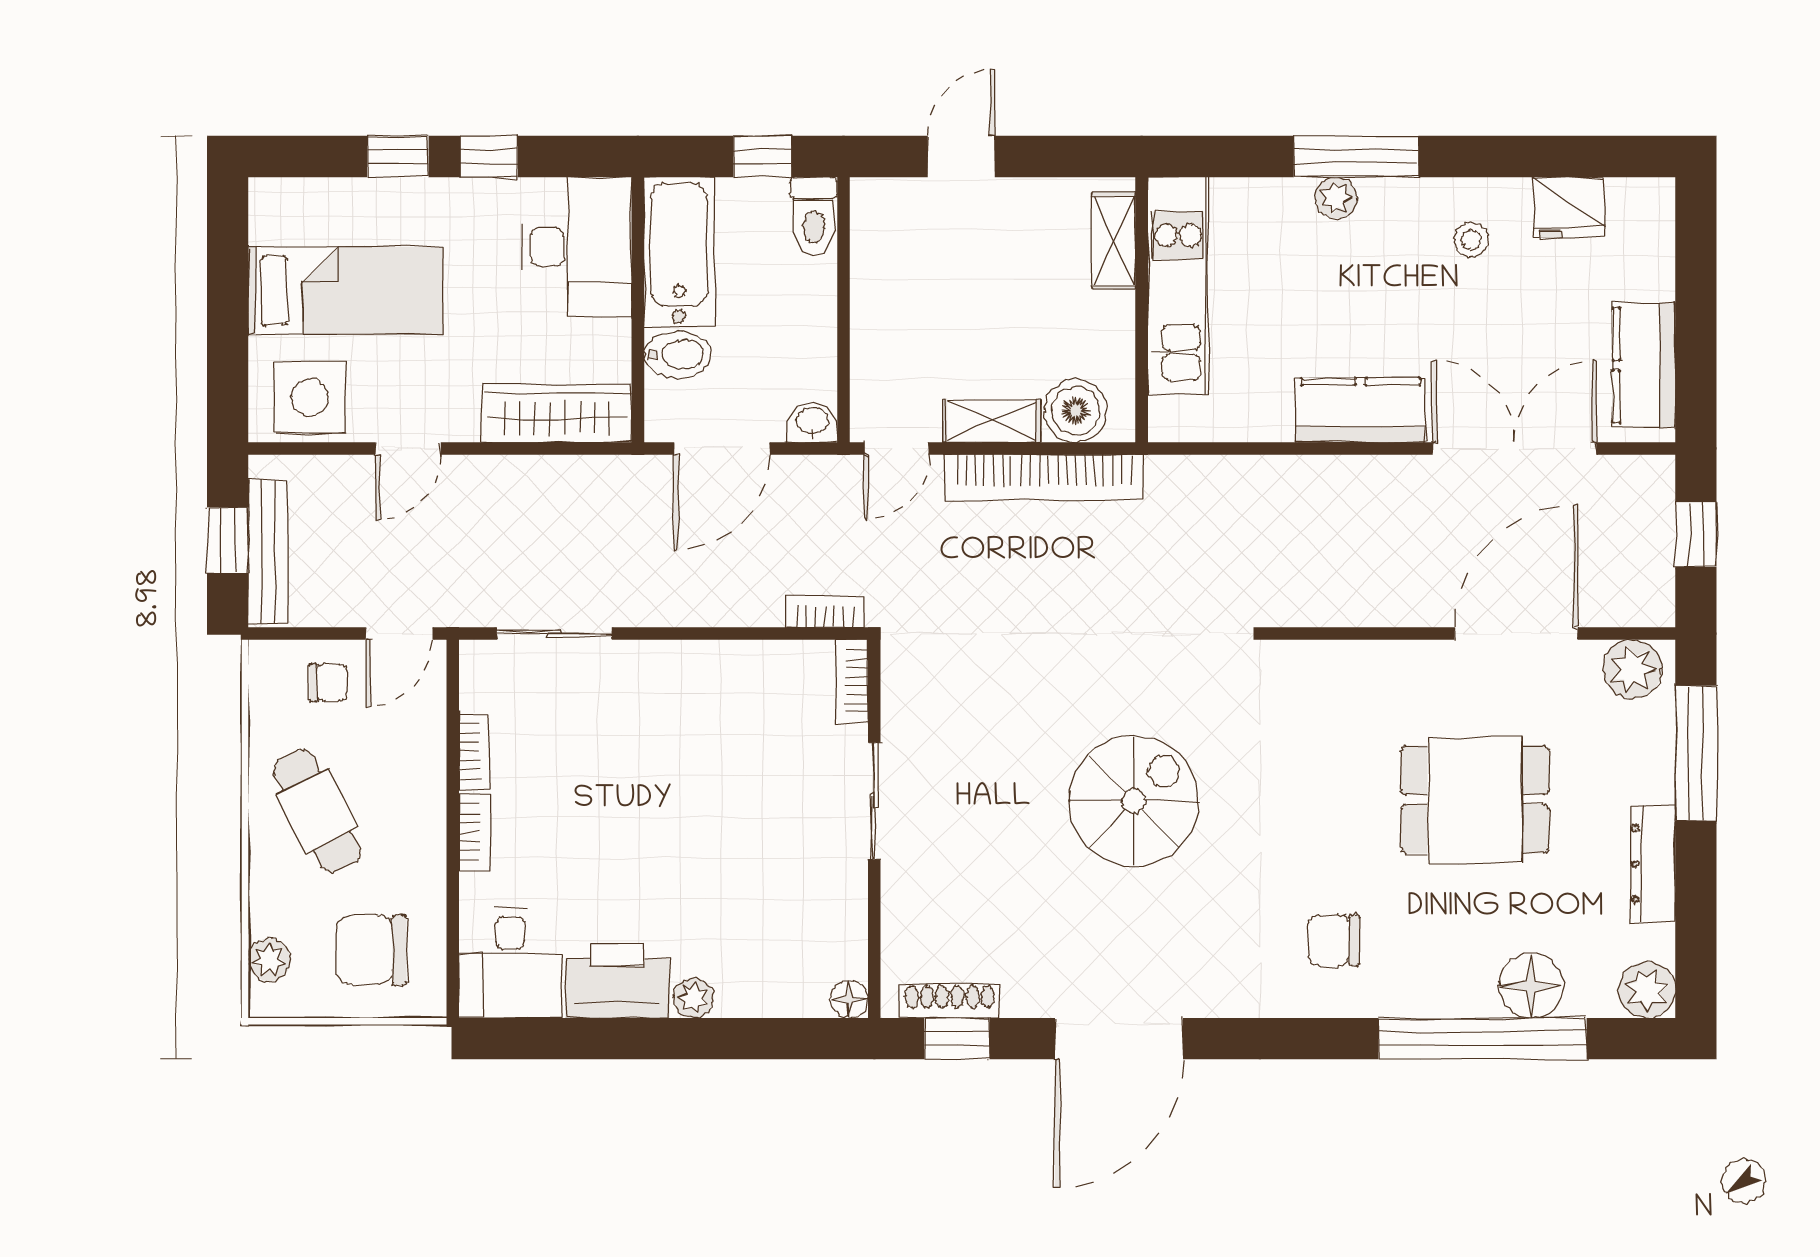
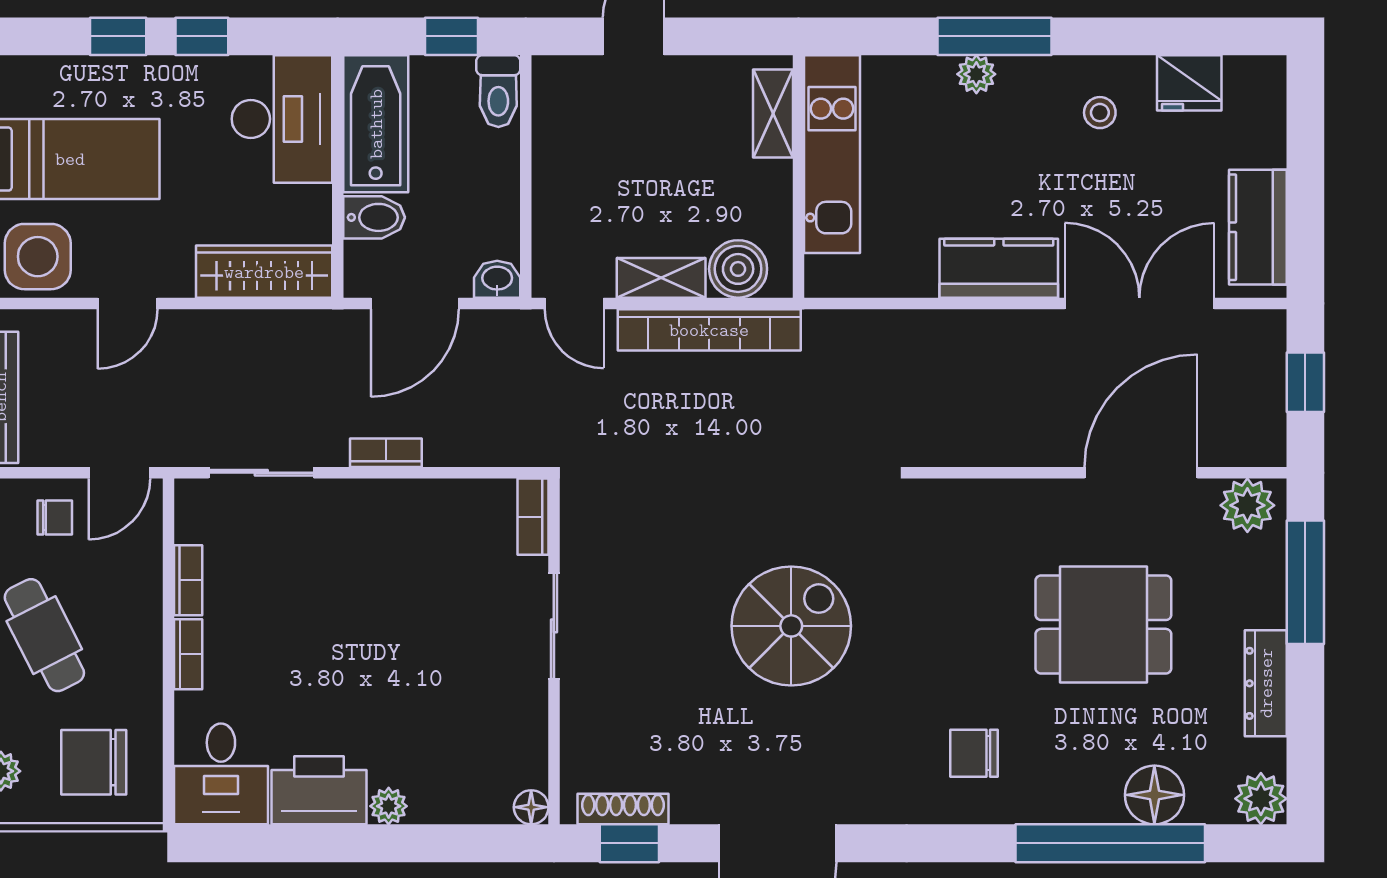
door: (896, 448) -> (574, 303), hinge flipped
bookcase: (825, 612) -> (386, 453), moved

